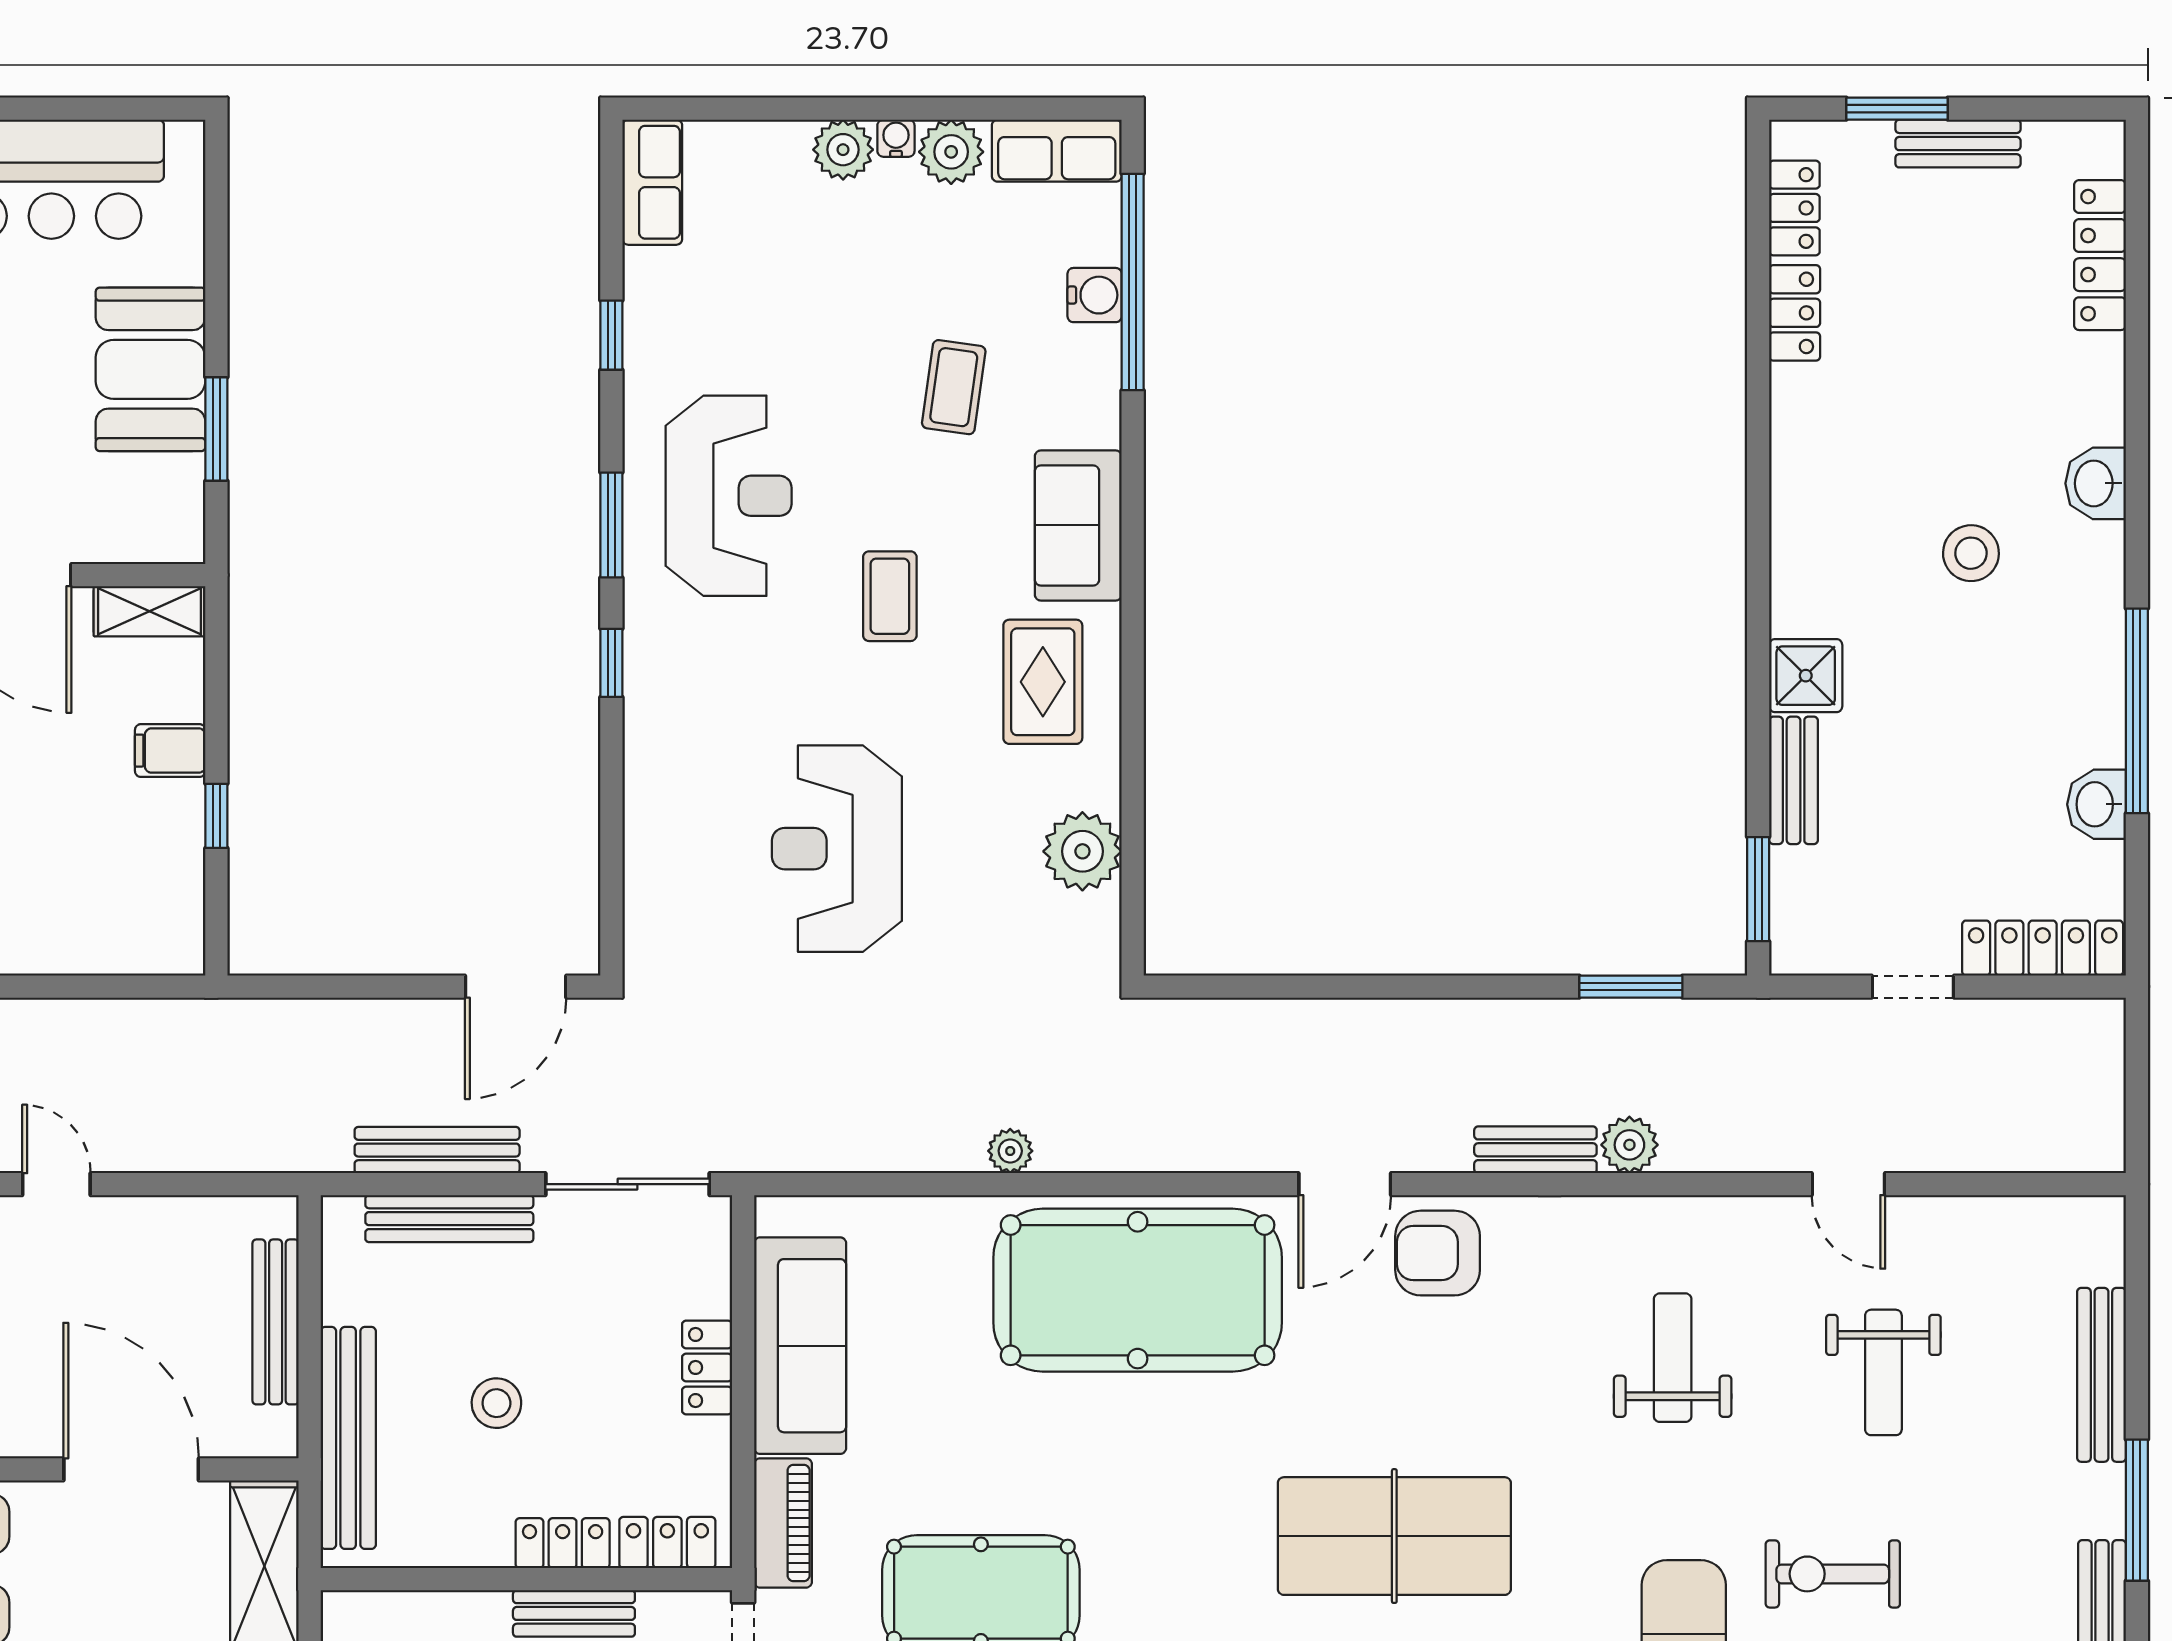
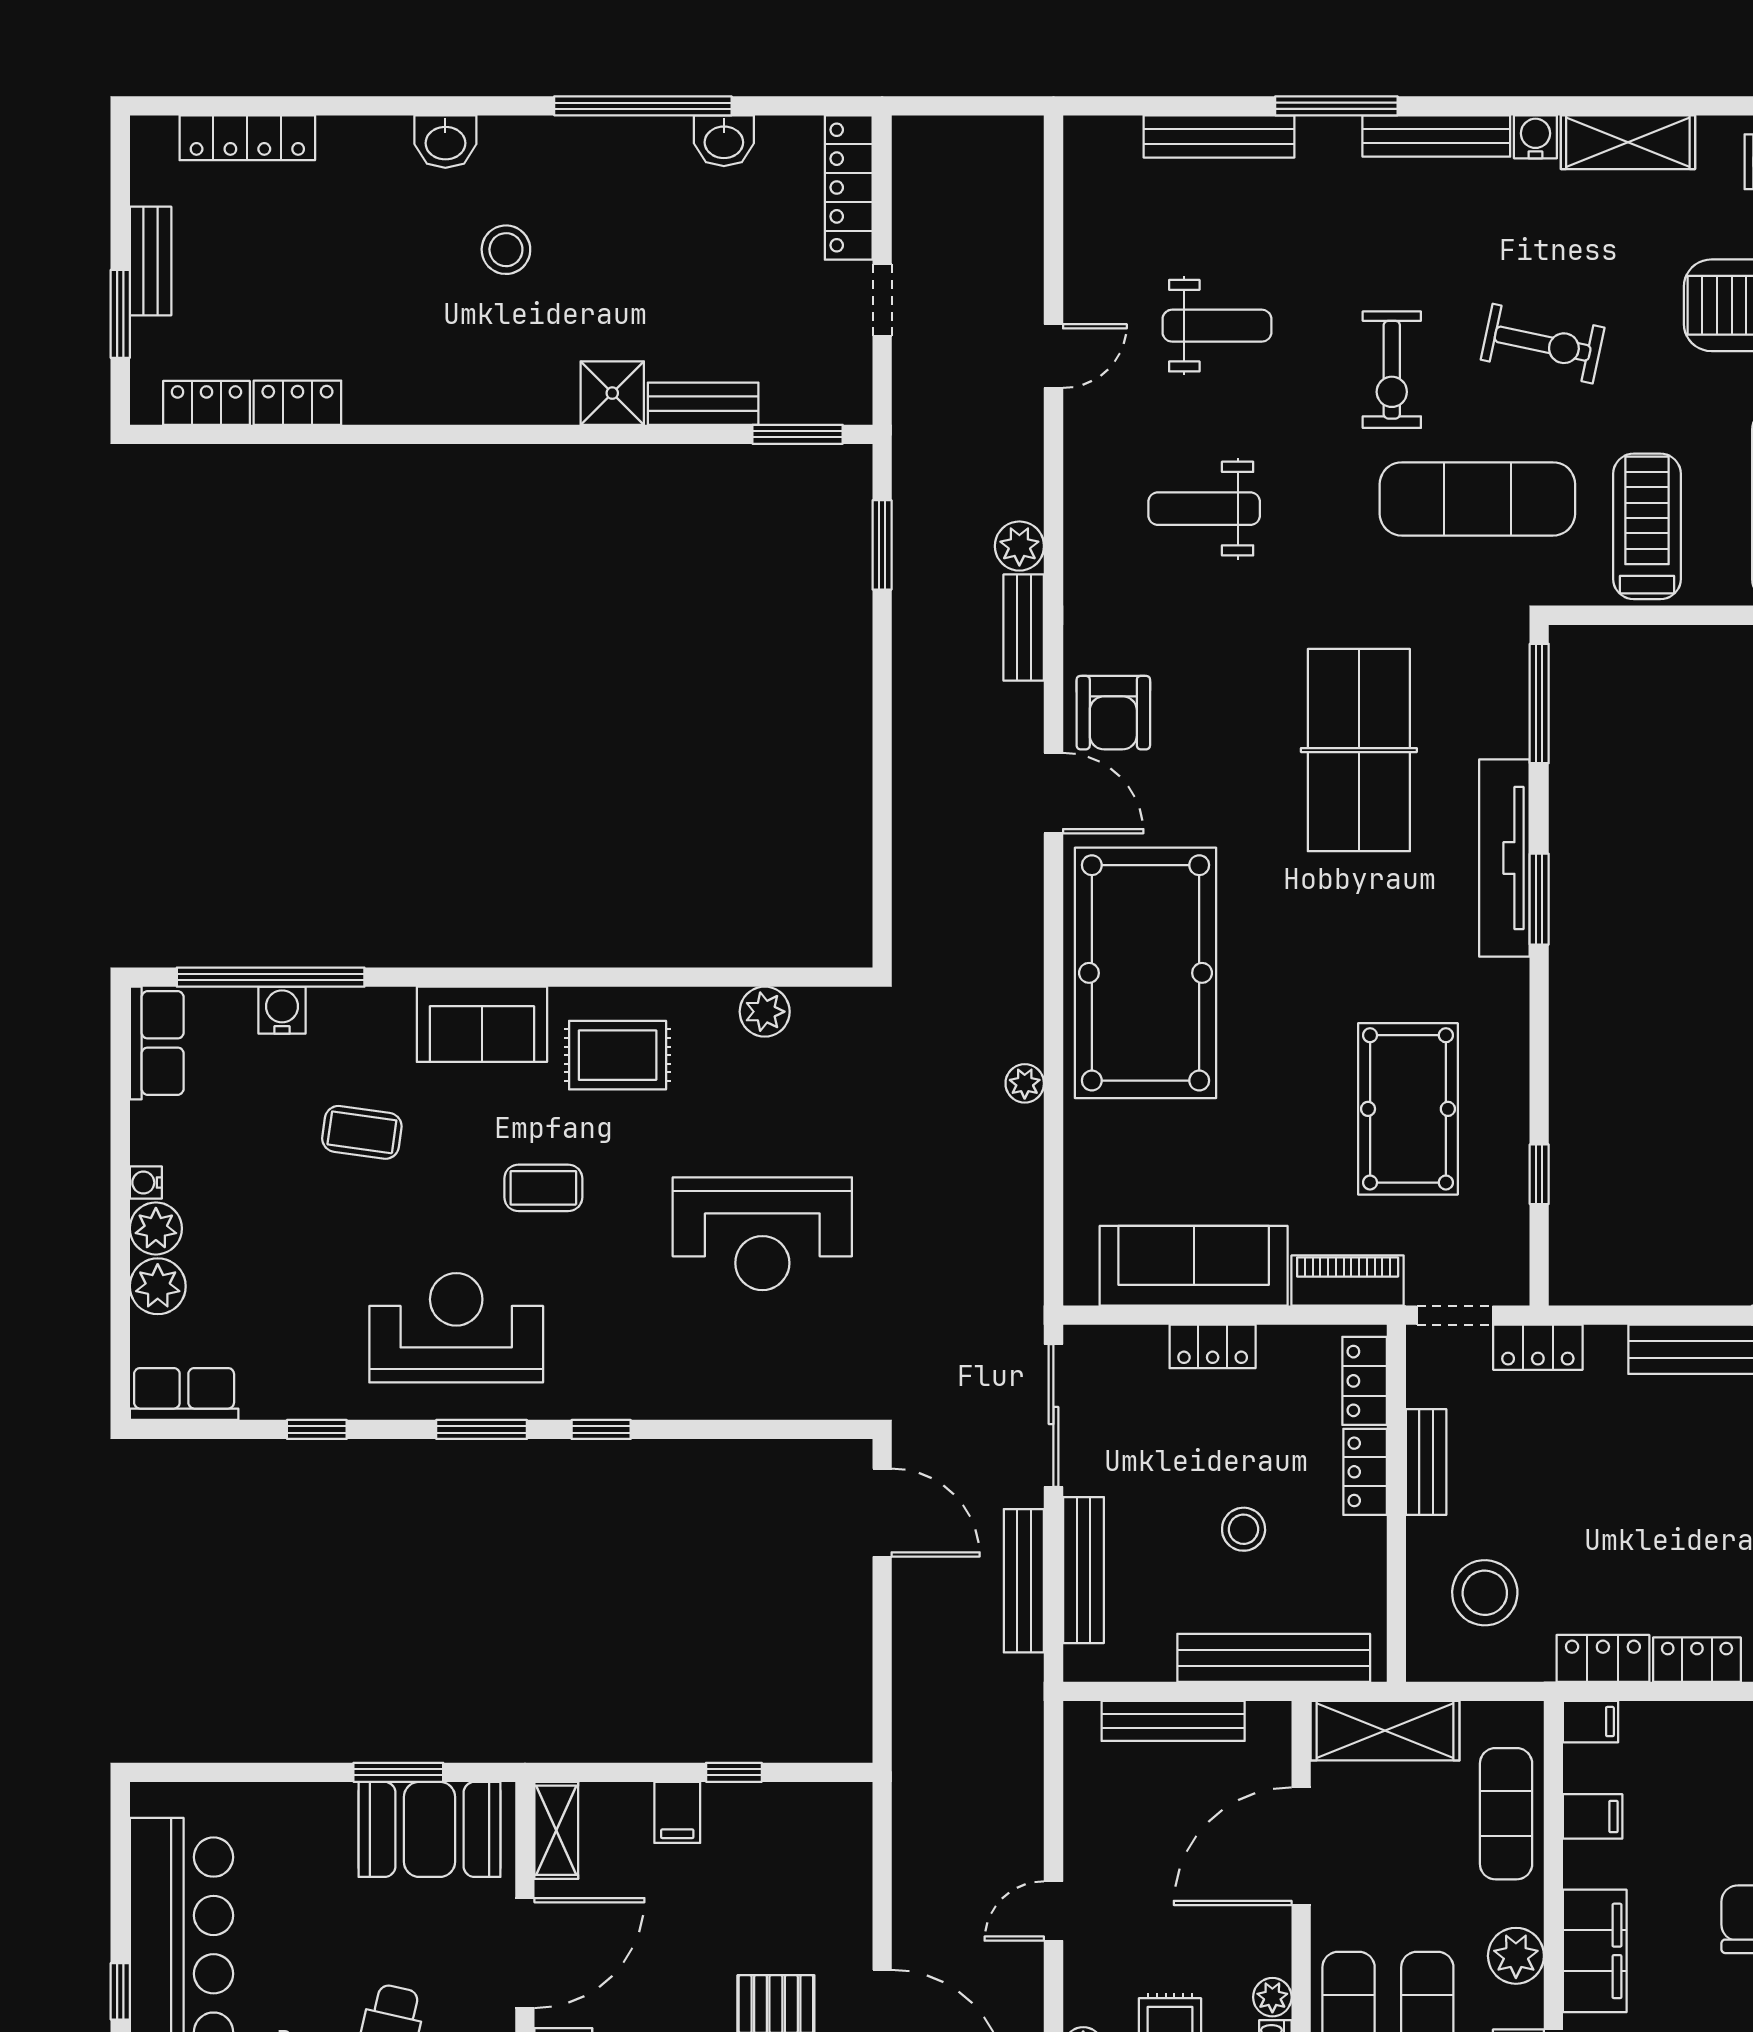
plant: (951, 152) -> (158, 1286), moved
booth: (151, 369) -> (430, 1829), moved
plant: (1082, 851) -> (765, 1012), width x0.73, depth x0.73

